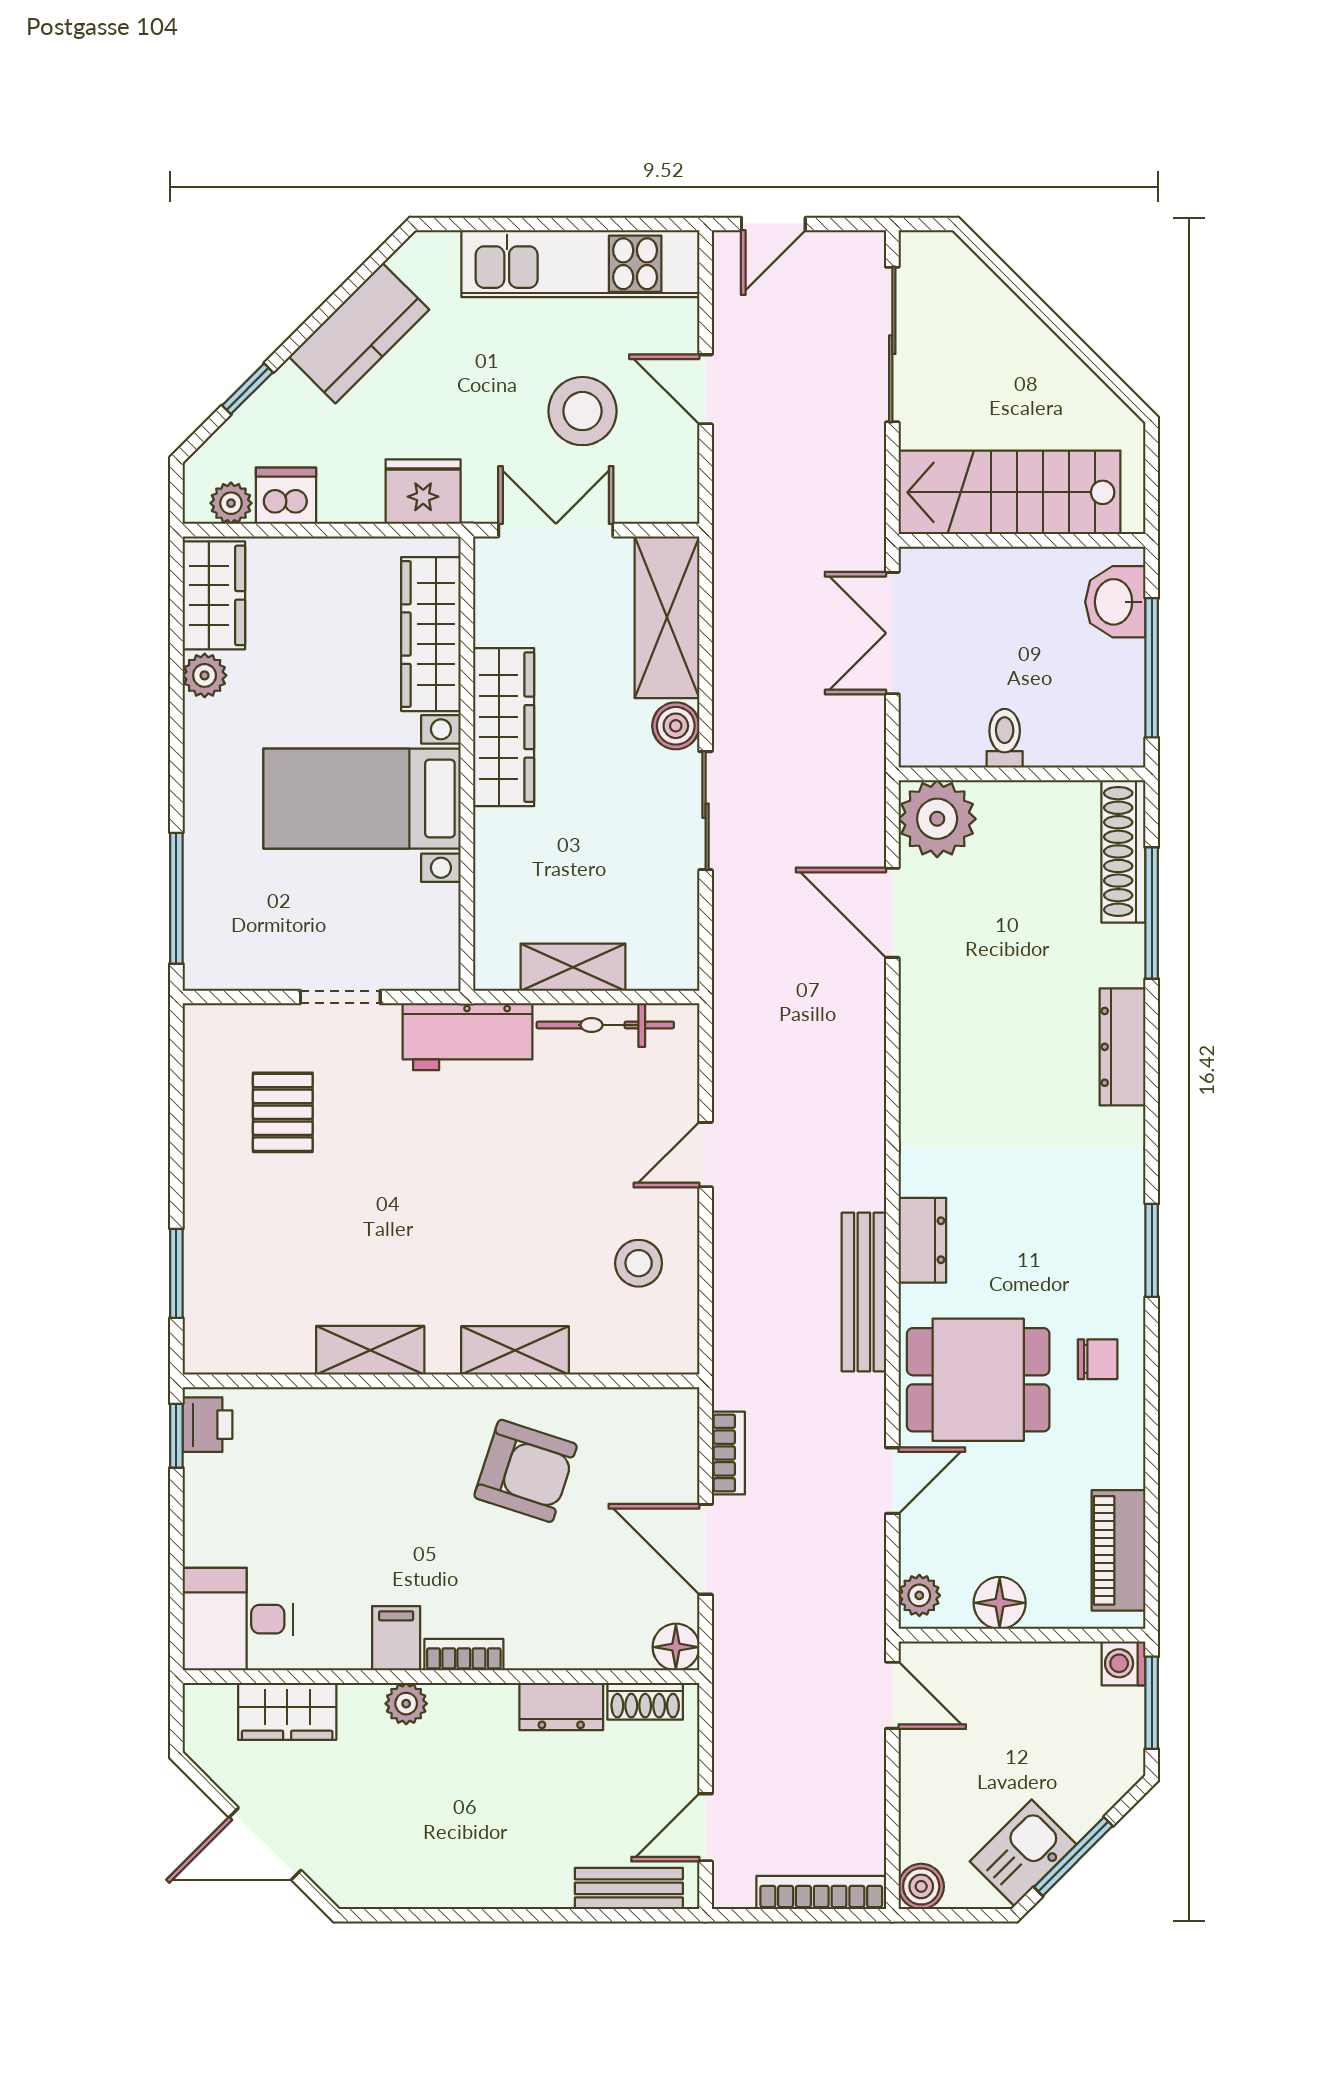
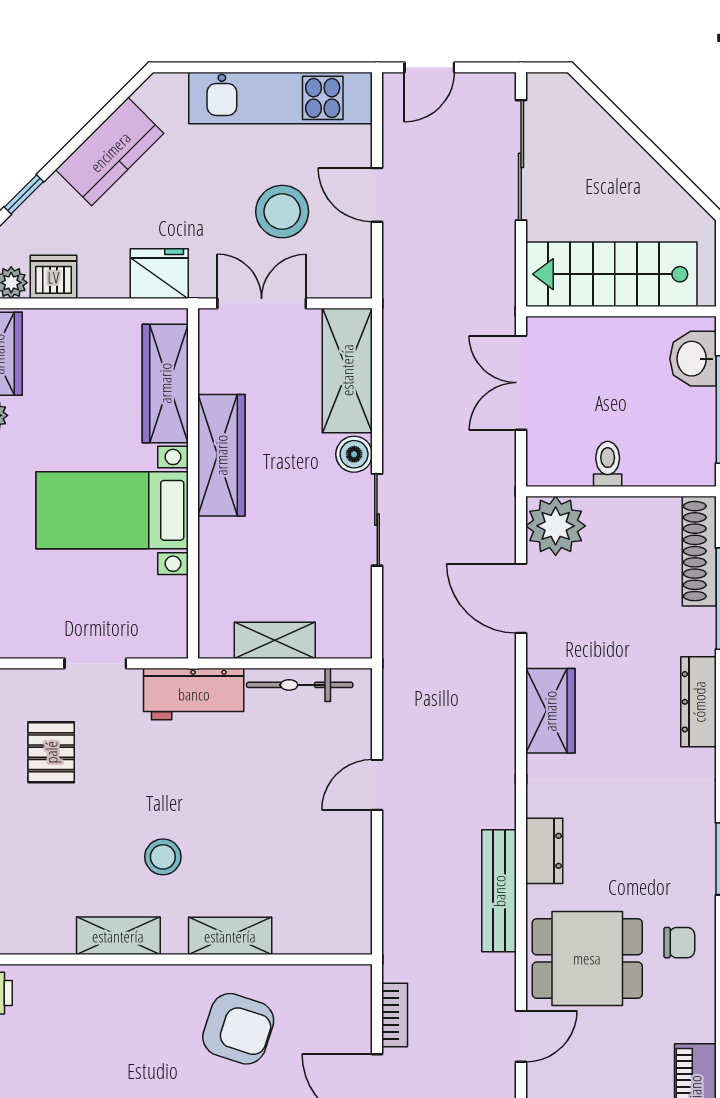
wardrobe: (930, 1058) -> (550, 711), added
stool: (639, 1263) -> (163, 857), moved

